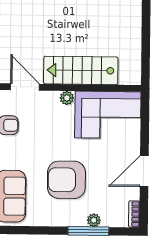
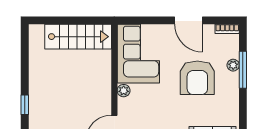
stairs: (81, 70) -> (78, 37), moved, turned -90
armchair: (66, 180) -> (197, 78), moved

